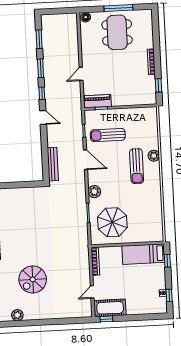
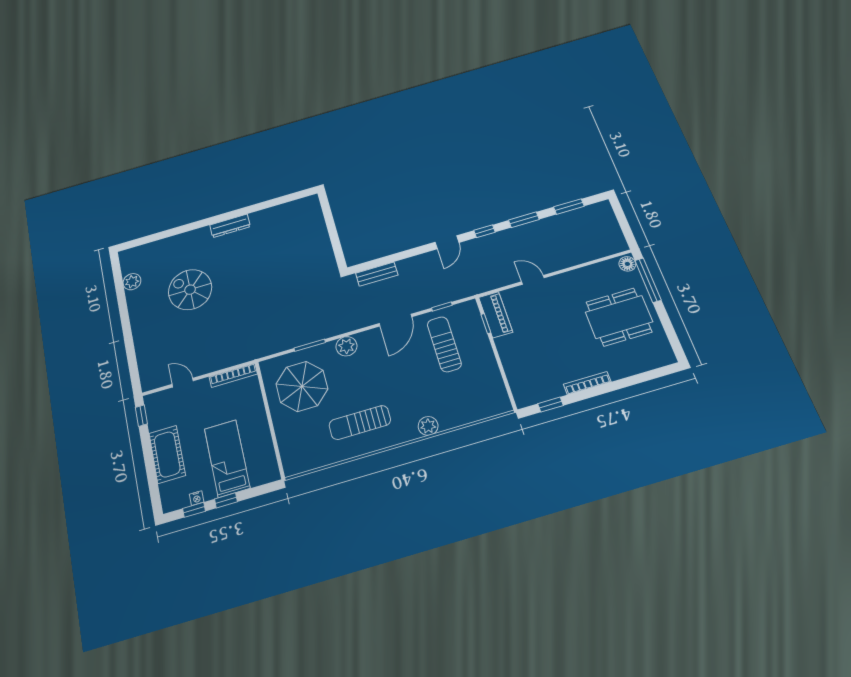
window: (118, 8) -> (648, 280), moved
bench: (53, 164) -> (377, 274), width x0.73
sun lounger: (137, 166) -> (360, 422), moved
bed: (143, 254) -> (227, 458), moved
window: (167, 261) -> (226, 500), moved
cot: (110, 308) -> (167, 454), moved

